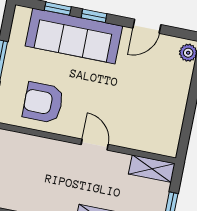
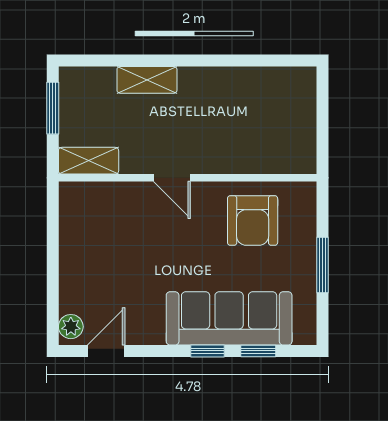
door: (147, 26) -> (106, 351), moved
armchair: (43, 103) -> (253, 220), turned 90

